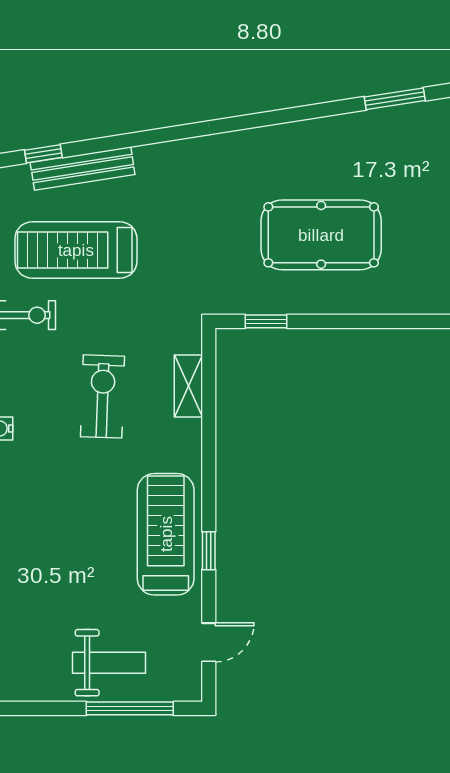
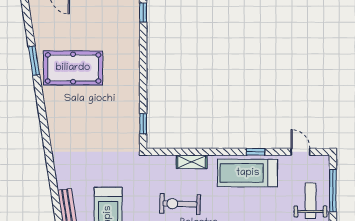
pool table: (321, 235) -> (73, 68), moved, turned 90
shelving: (188, 386) -> (192, 162), moved

